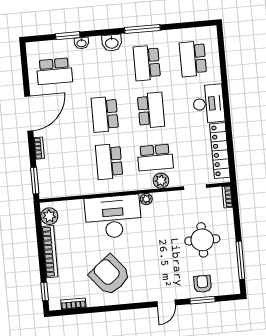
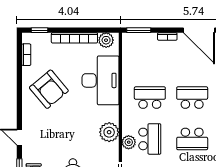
school desk: (155, 157) -> (150, 139), turned 180
plant: (146, 199) -> (109, 132), width x1.88, depth x1.88
desk: (113, 217) -> (100, 80), moved
armchair: (110, 275) -> (49, 89), turned 89

